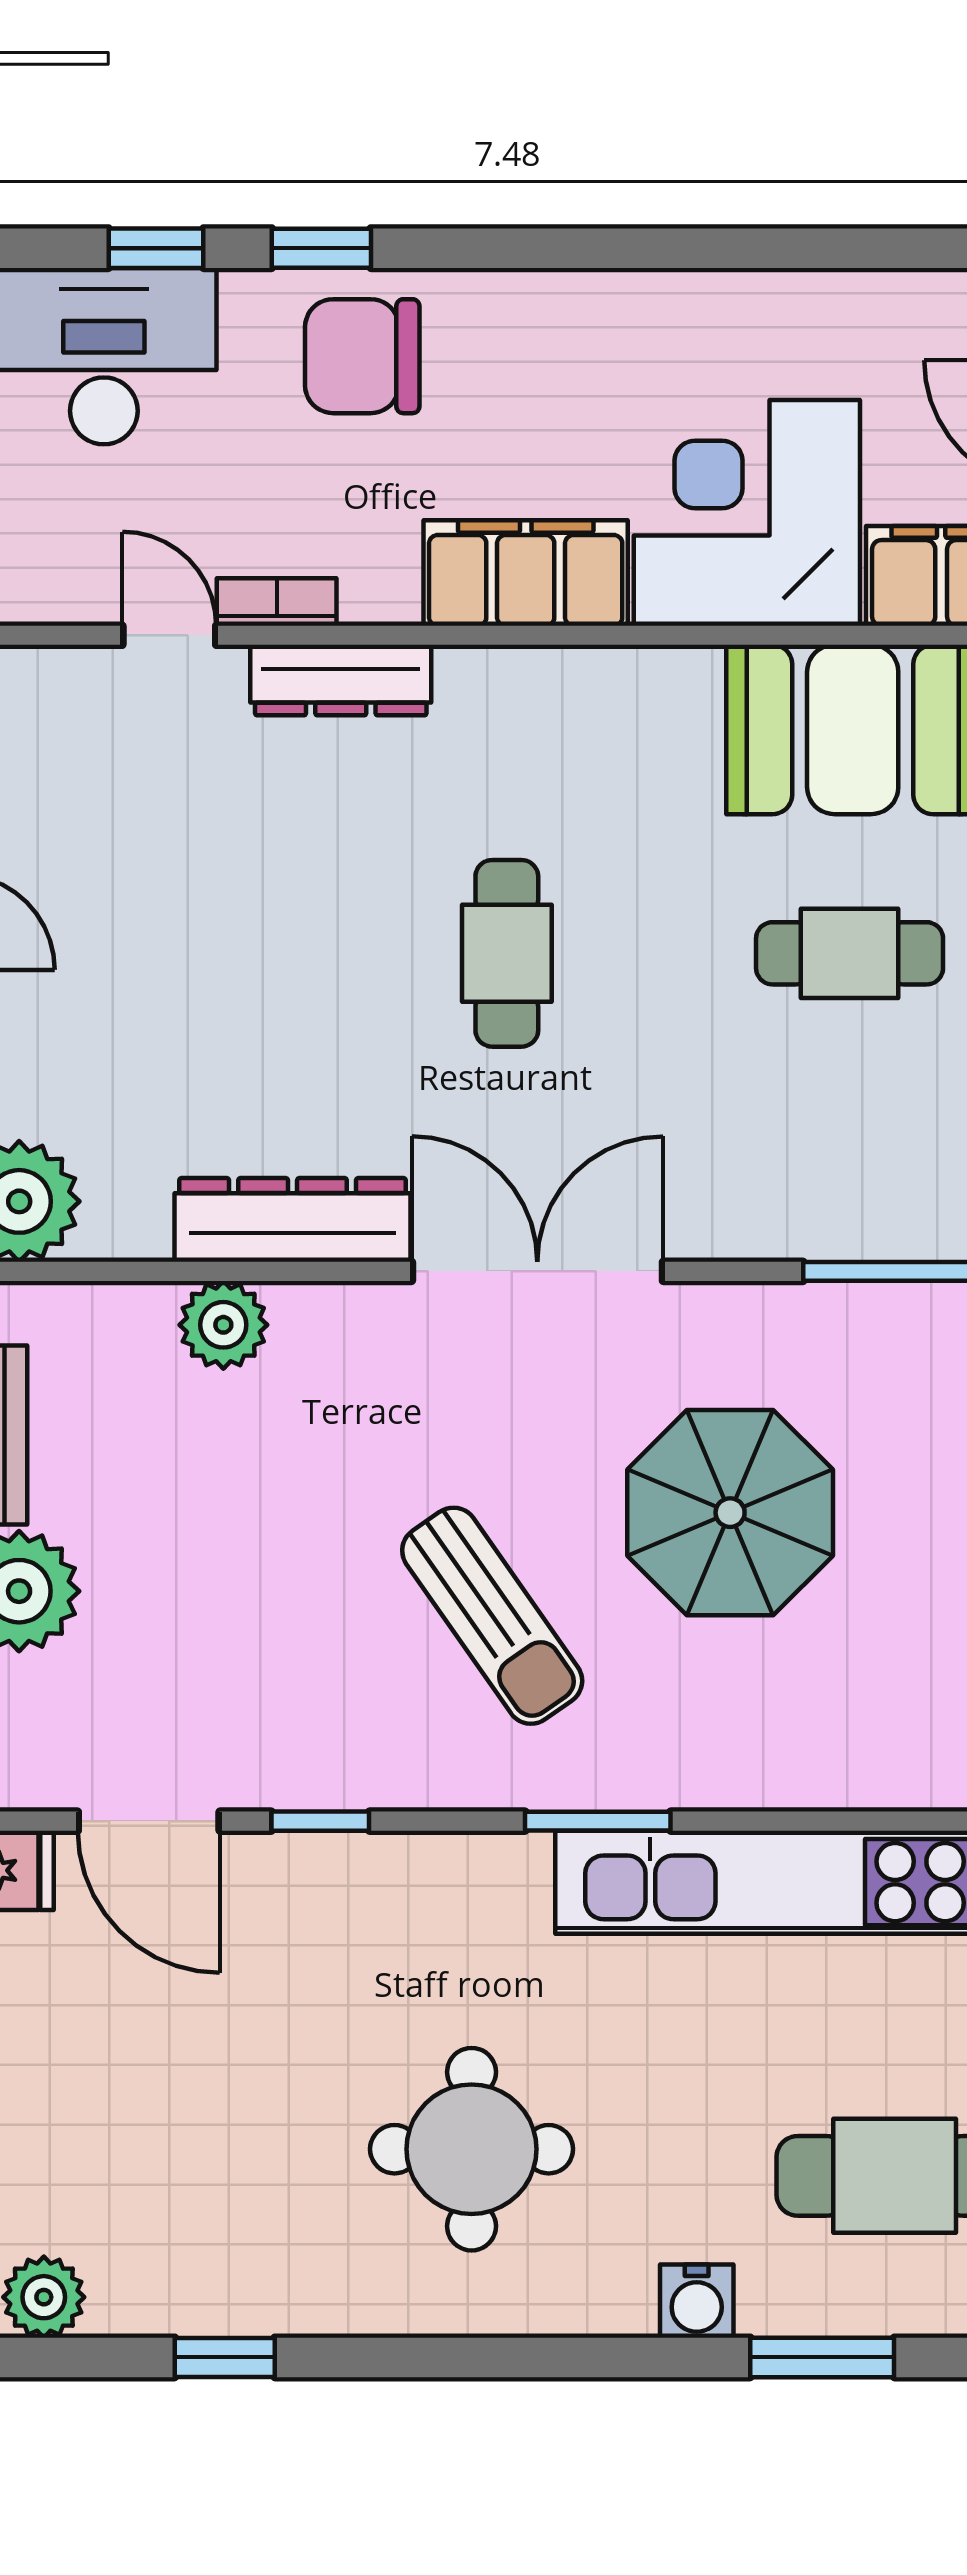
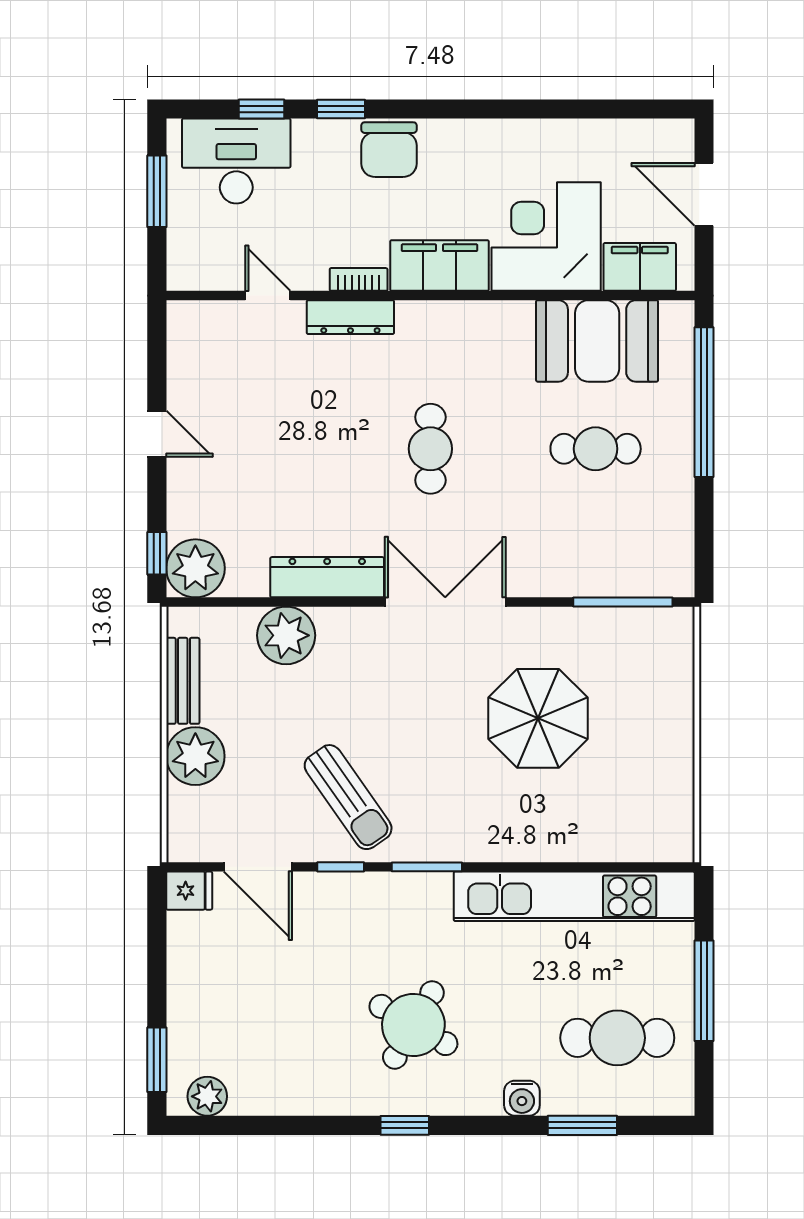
chair: (362, 356) -> (389, 150), moved, turned -90
bookcase: (277, 602) -> (359, 279), moved
plant: (223, 1325) -> (286, 635), width x1.36, depth x1.36
sun lounger: (492, 1616) -> (348, 797), moved
window: (598, 1821) -> (427, 867), moved
round table: (472, 2149) -> (413, 1025), turned 30
window: (225, 2357) -> (405, 1125), moved

